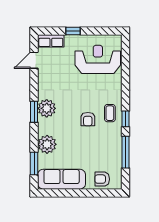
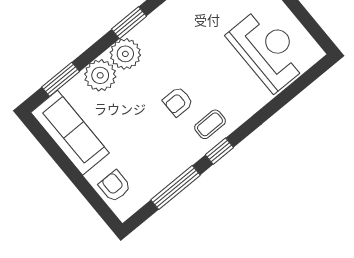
plant: (47, 108) -> (125, 54), moved

